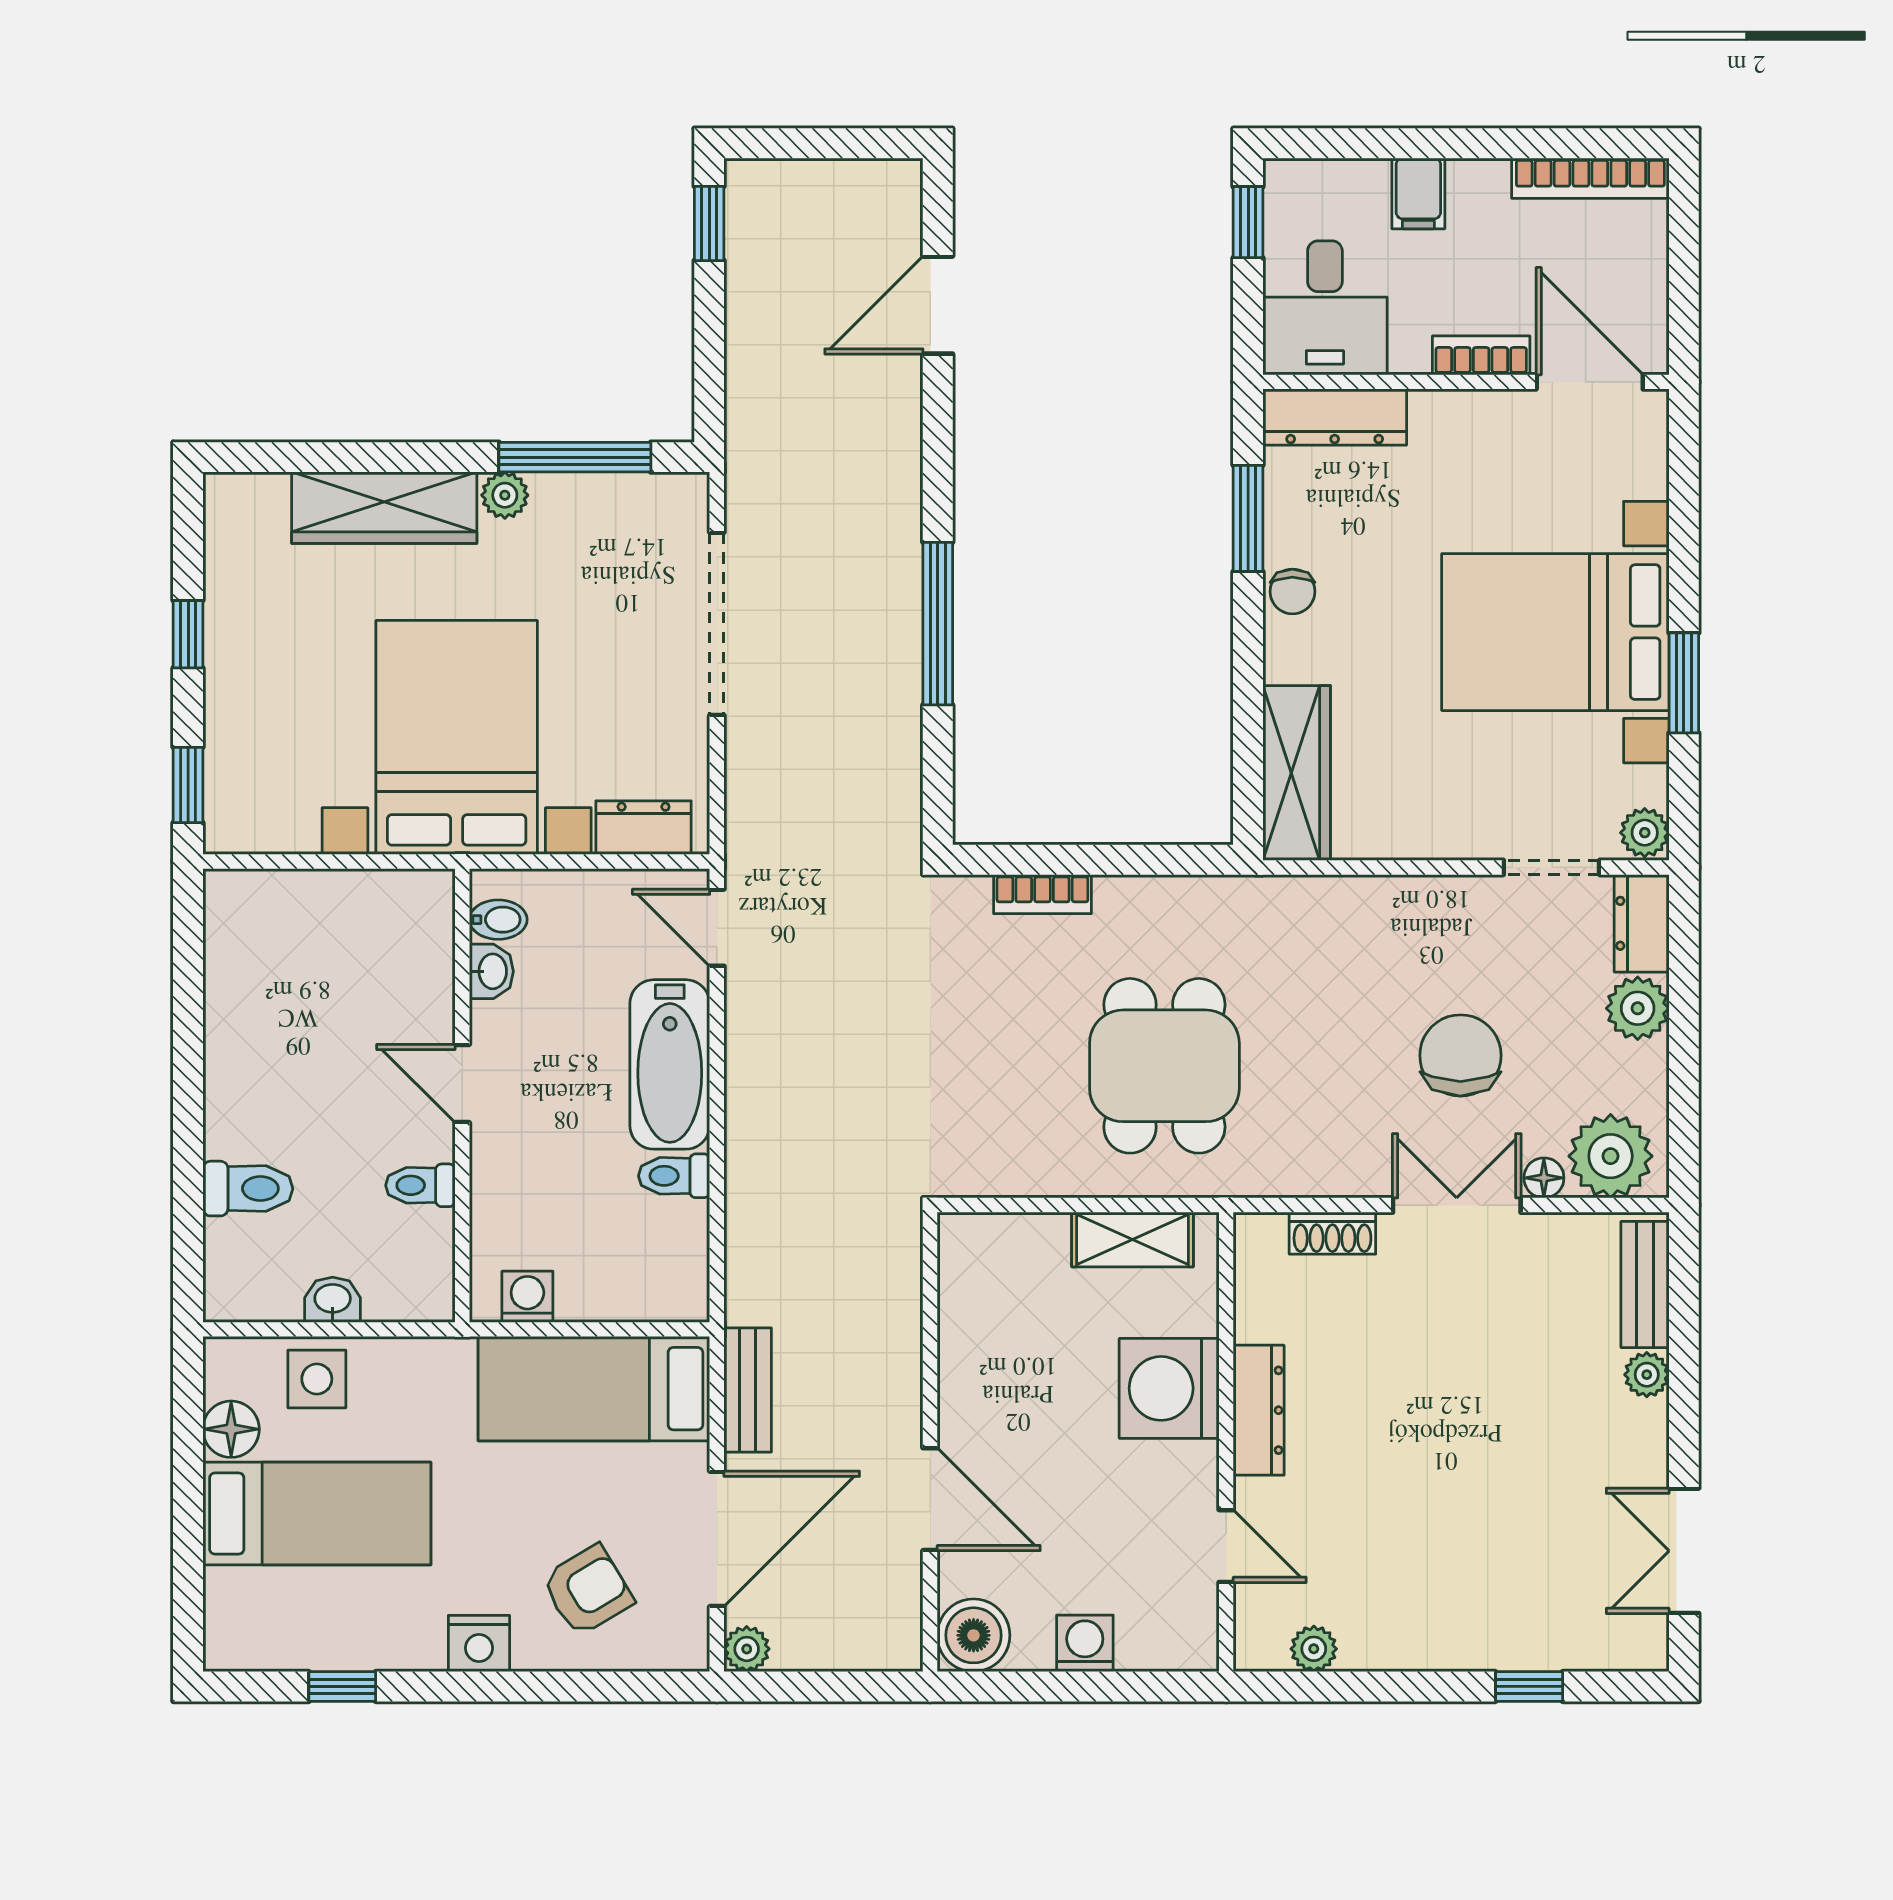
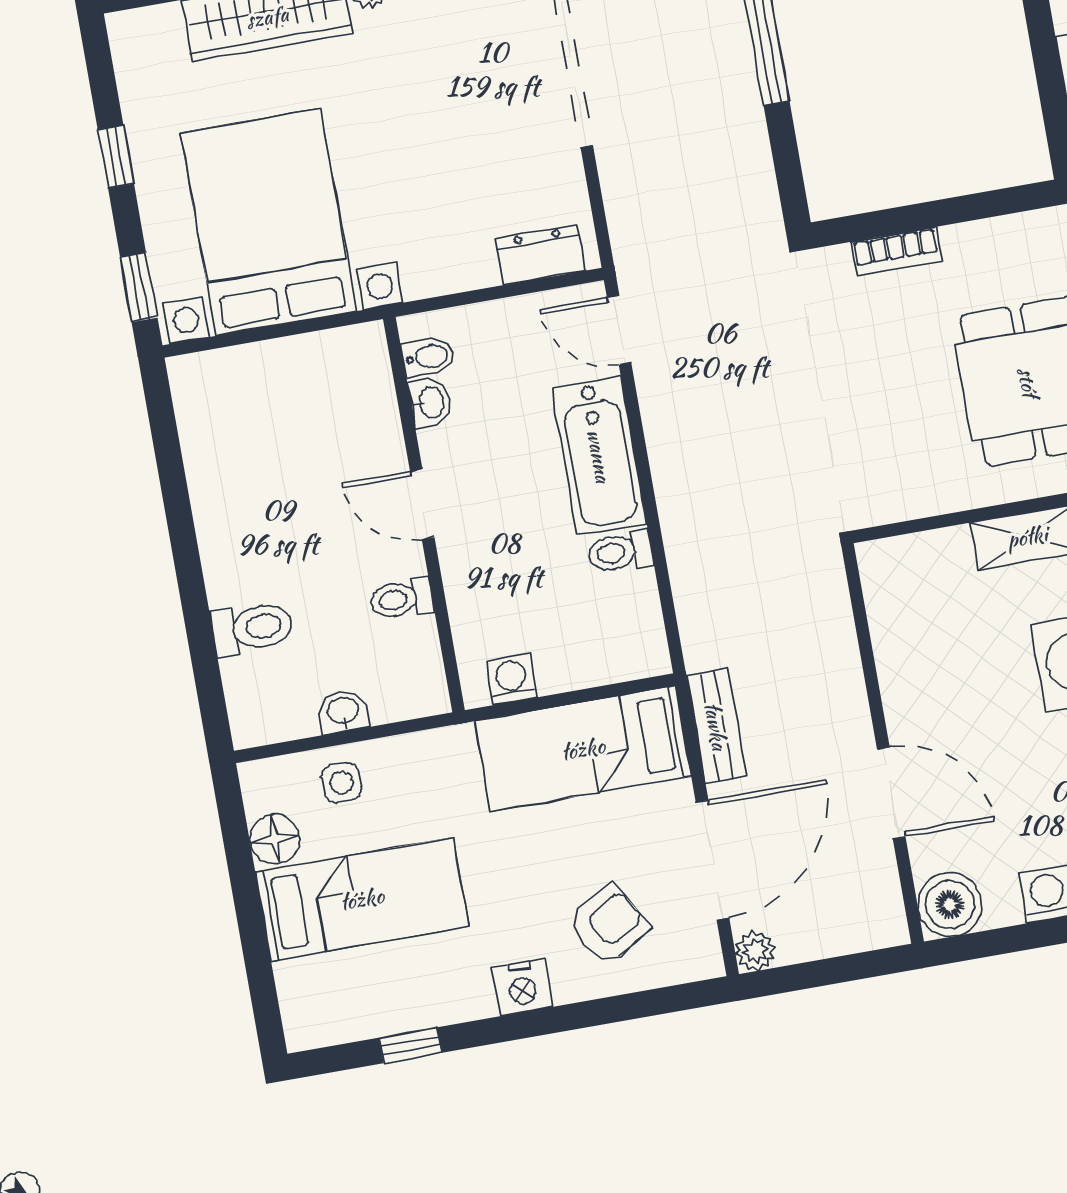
bed with nightstands: (457, 737) -> (268, 222), moved
side table: (317, 1379) -> (341, 783), width x0.73, depth x0.73

